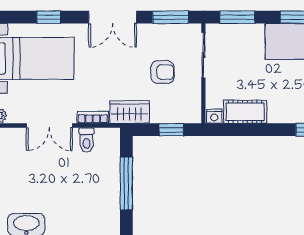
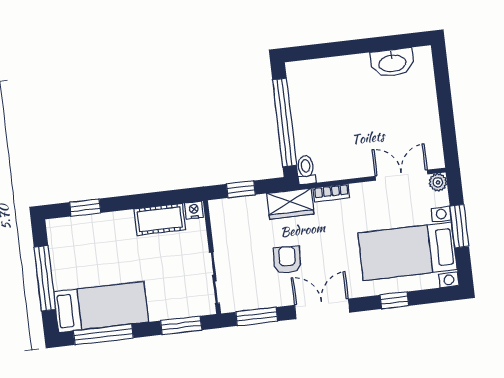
armchair: (163, 72) -> (287, 260), moved, turned 93
double door: (49, 126) -> (401, 175), moved
toilet: (86, 140) -> (306, 170), moved
window: (126, 183) -> (285, 122), width x1.46

